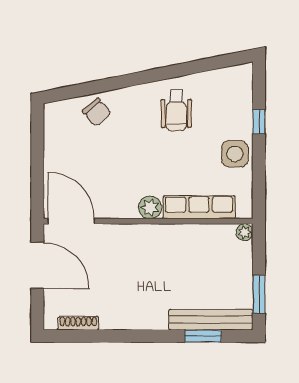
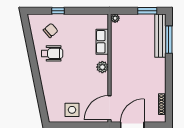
chair: (97, 112) -> (51, 30), moved
side table: (235, 154) -> (72, 110), moved
row of seats: (199, 207) -> (102, 42), width x0.68
window: (203, 336) -> (169, 40), width x1.44

